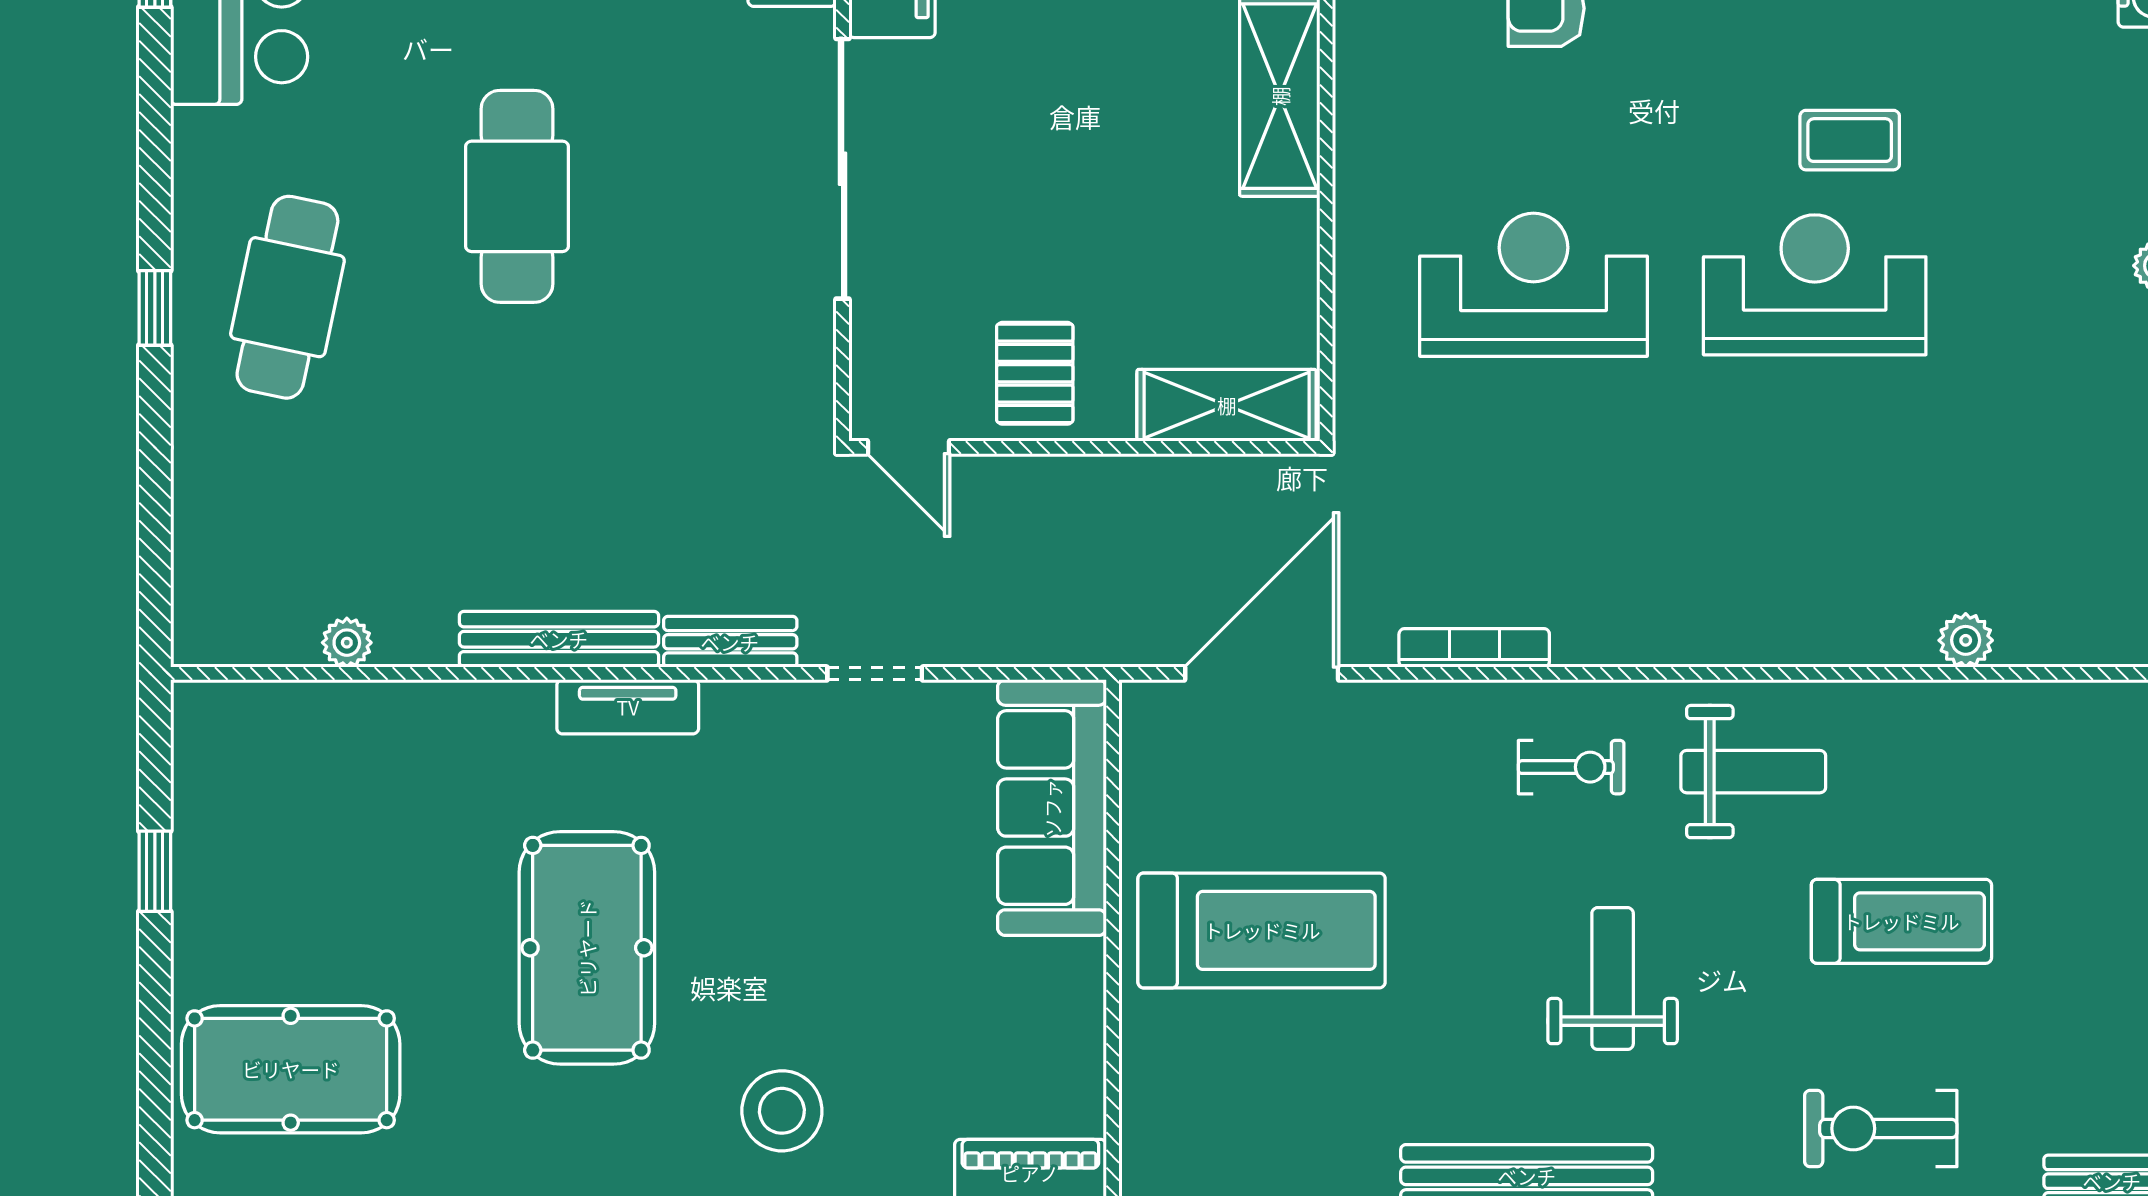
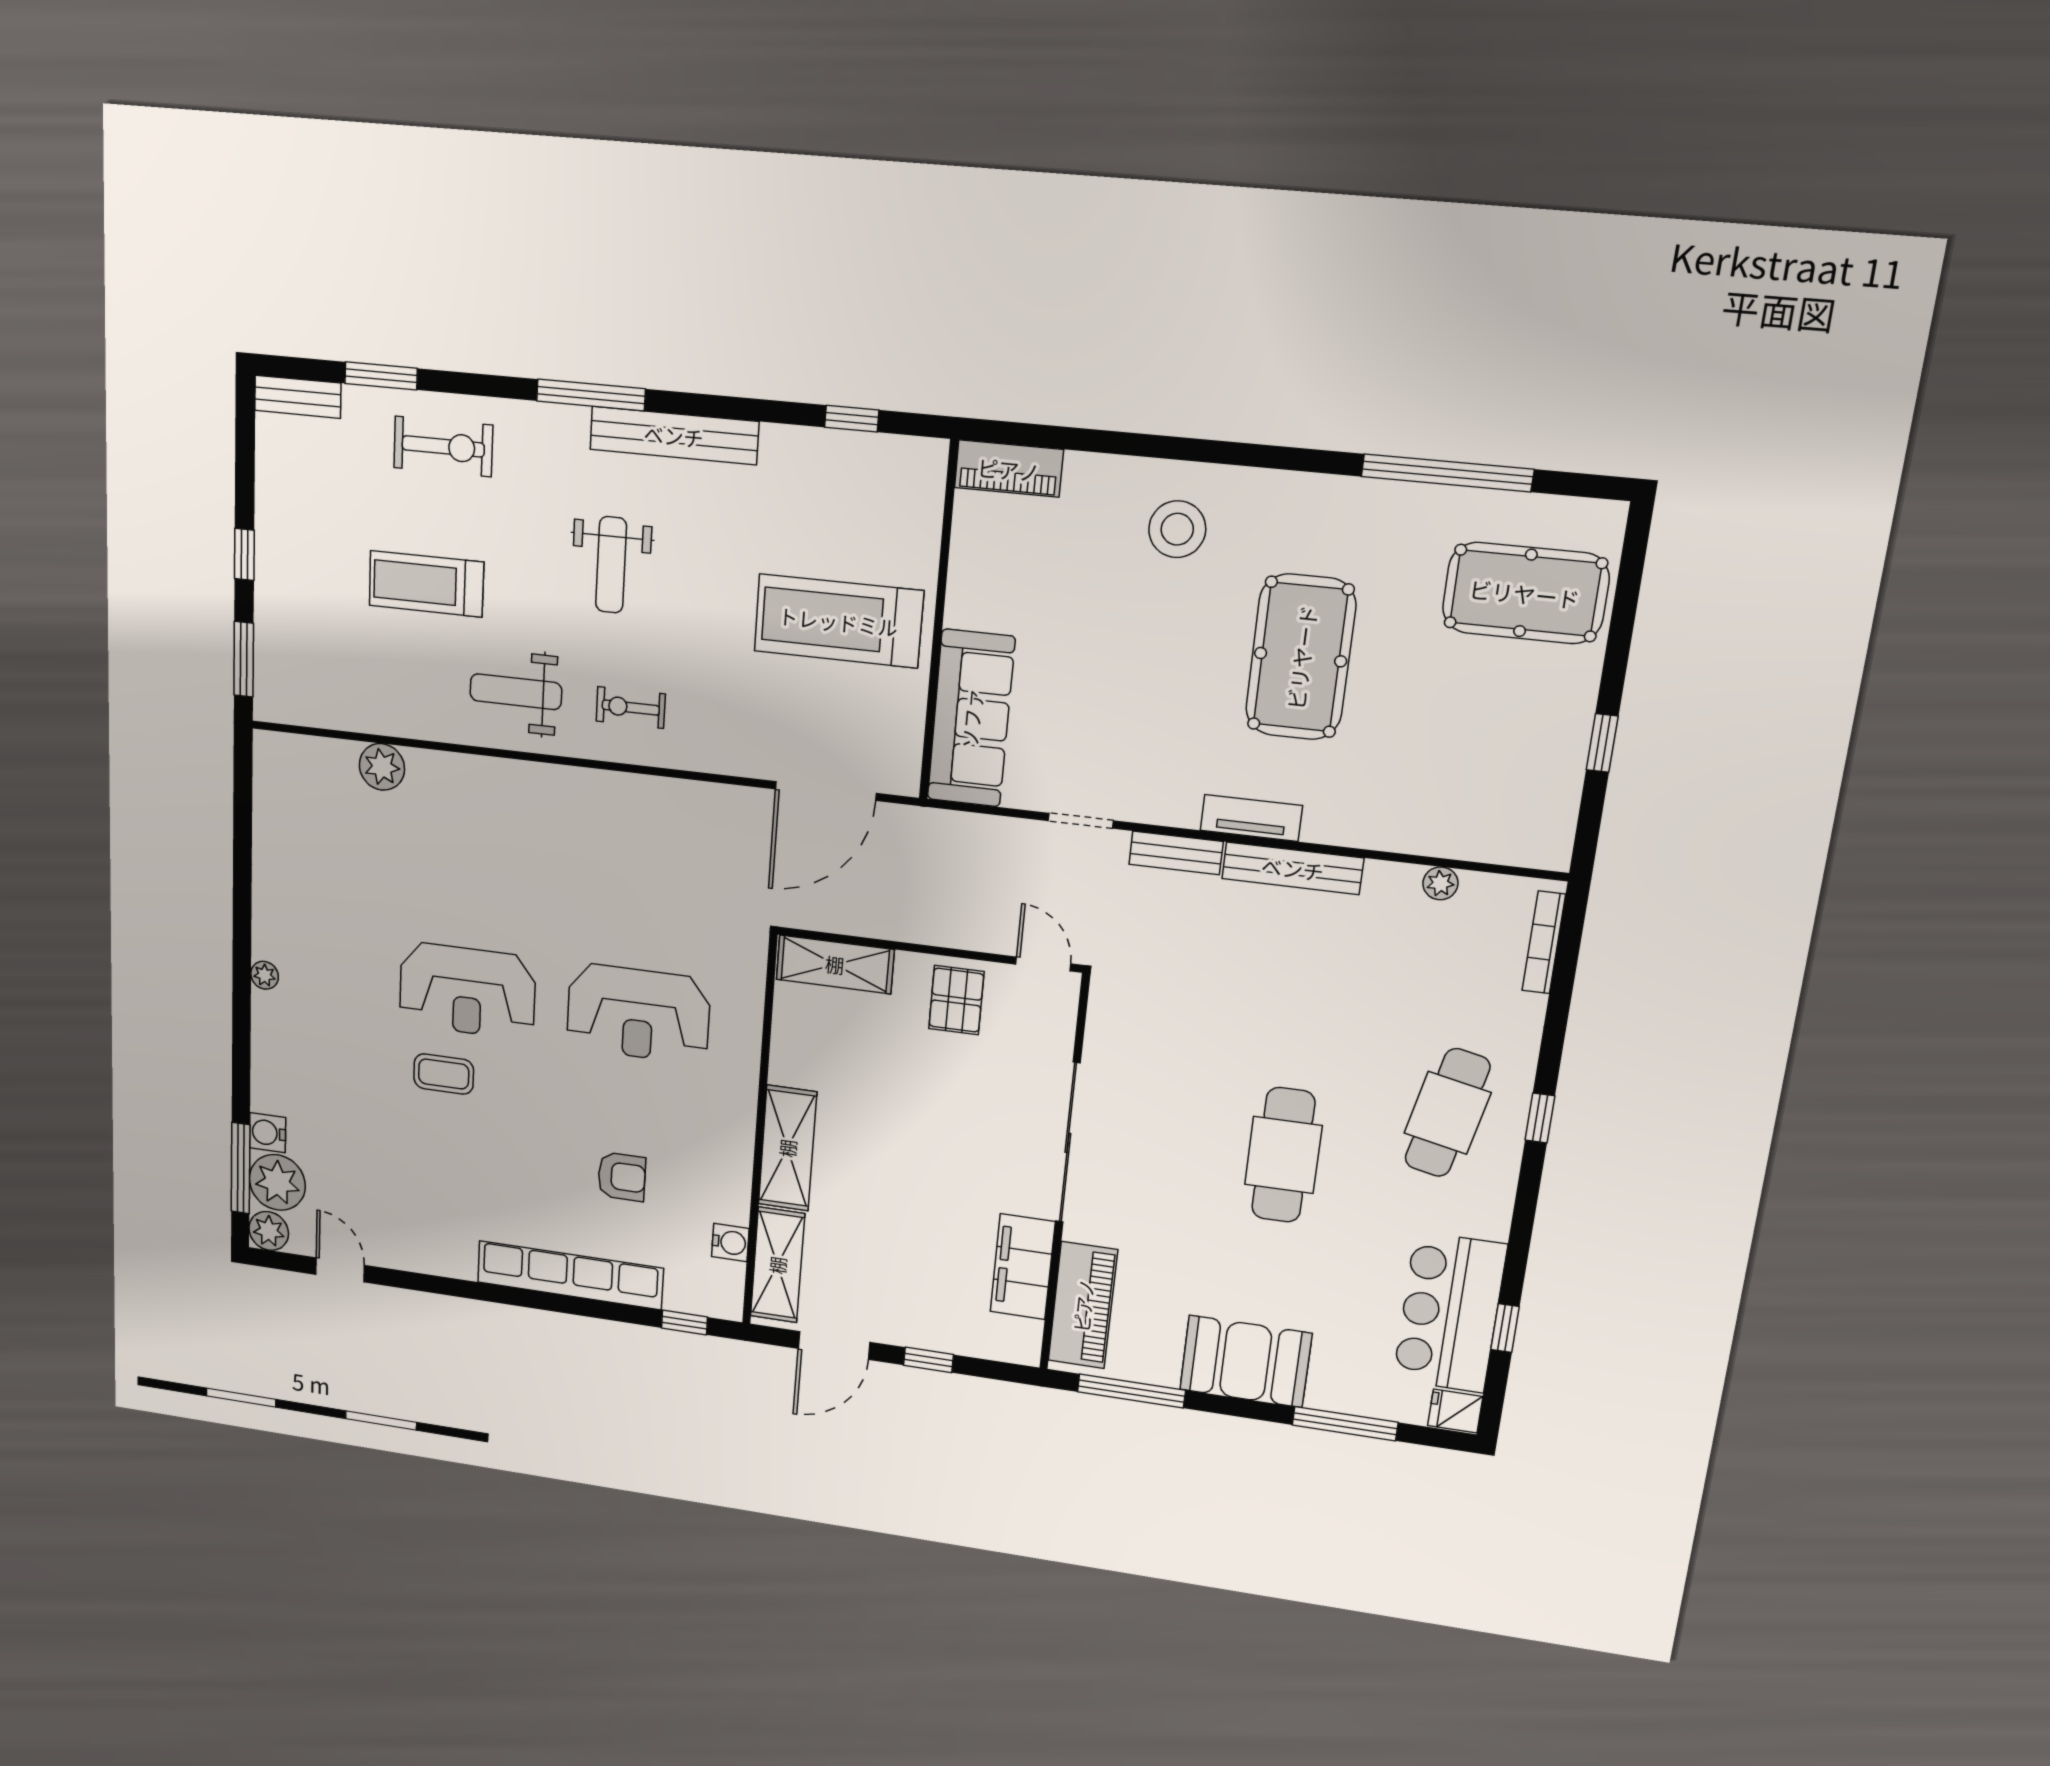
plant: (1966, 640) -> (382, 767), width x1.38, depth x1.38
bookcase: (1474, 648) -> (1544, 942), moved, turned 90

